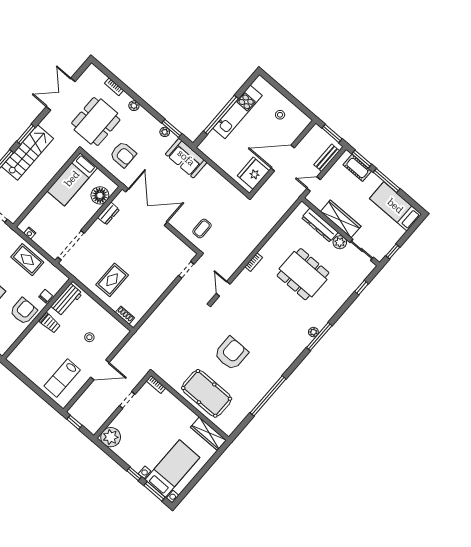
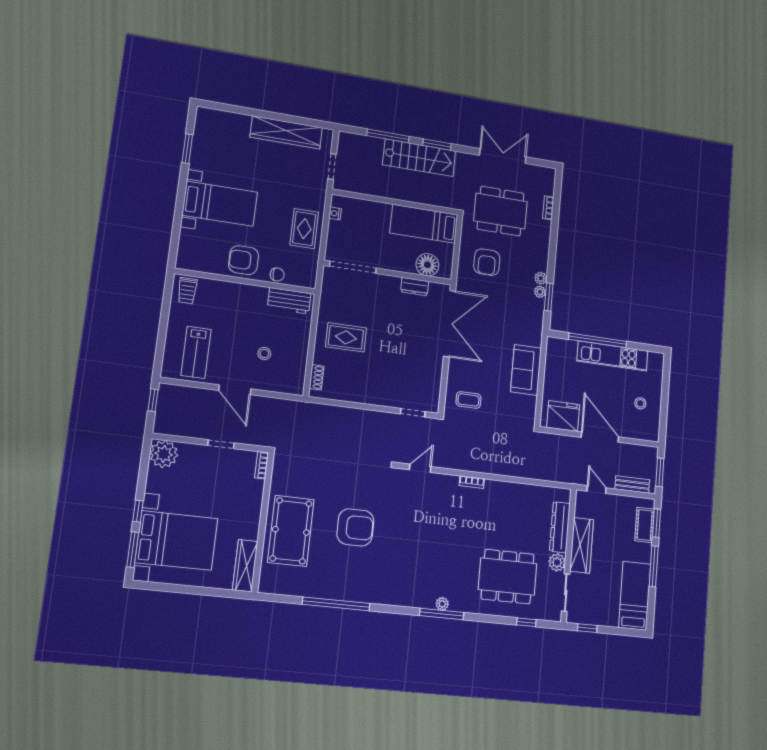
plant: (134, 106) -> (541, 278), moved
sofa: (186, 158) -> (526, 370), moved
dining table: (303, 274) -> (508, 577), moved, turned 90
armchair: (24, 311) -> (244, 260), turned 180
trolley: (50, 323) -> (187, 291), moved
lab bench: (62, 378) -> (196, 352), turned -90
bed with nightstands: (172, 469) -> (176, 540), width x1.36

